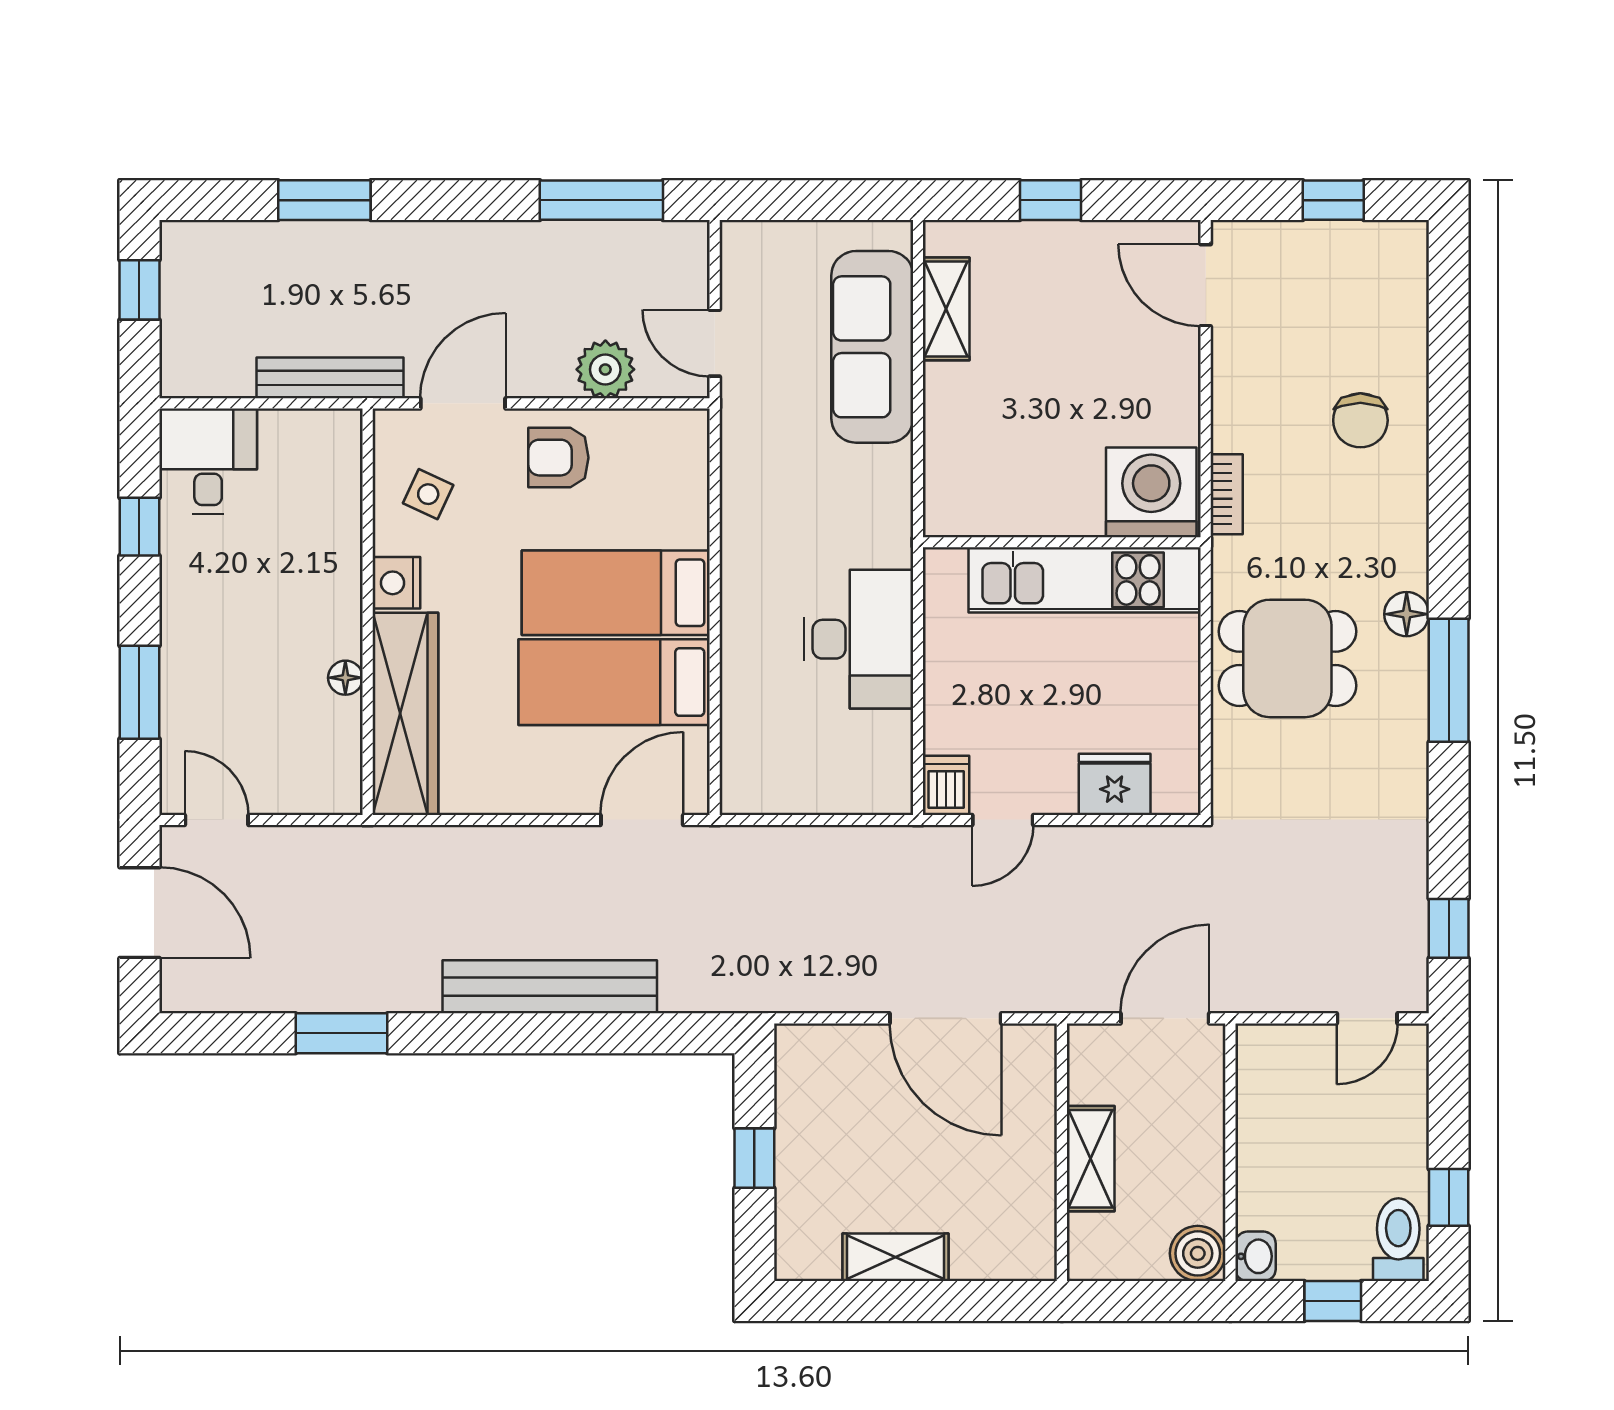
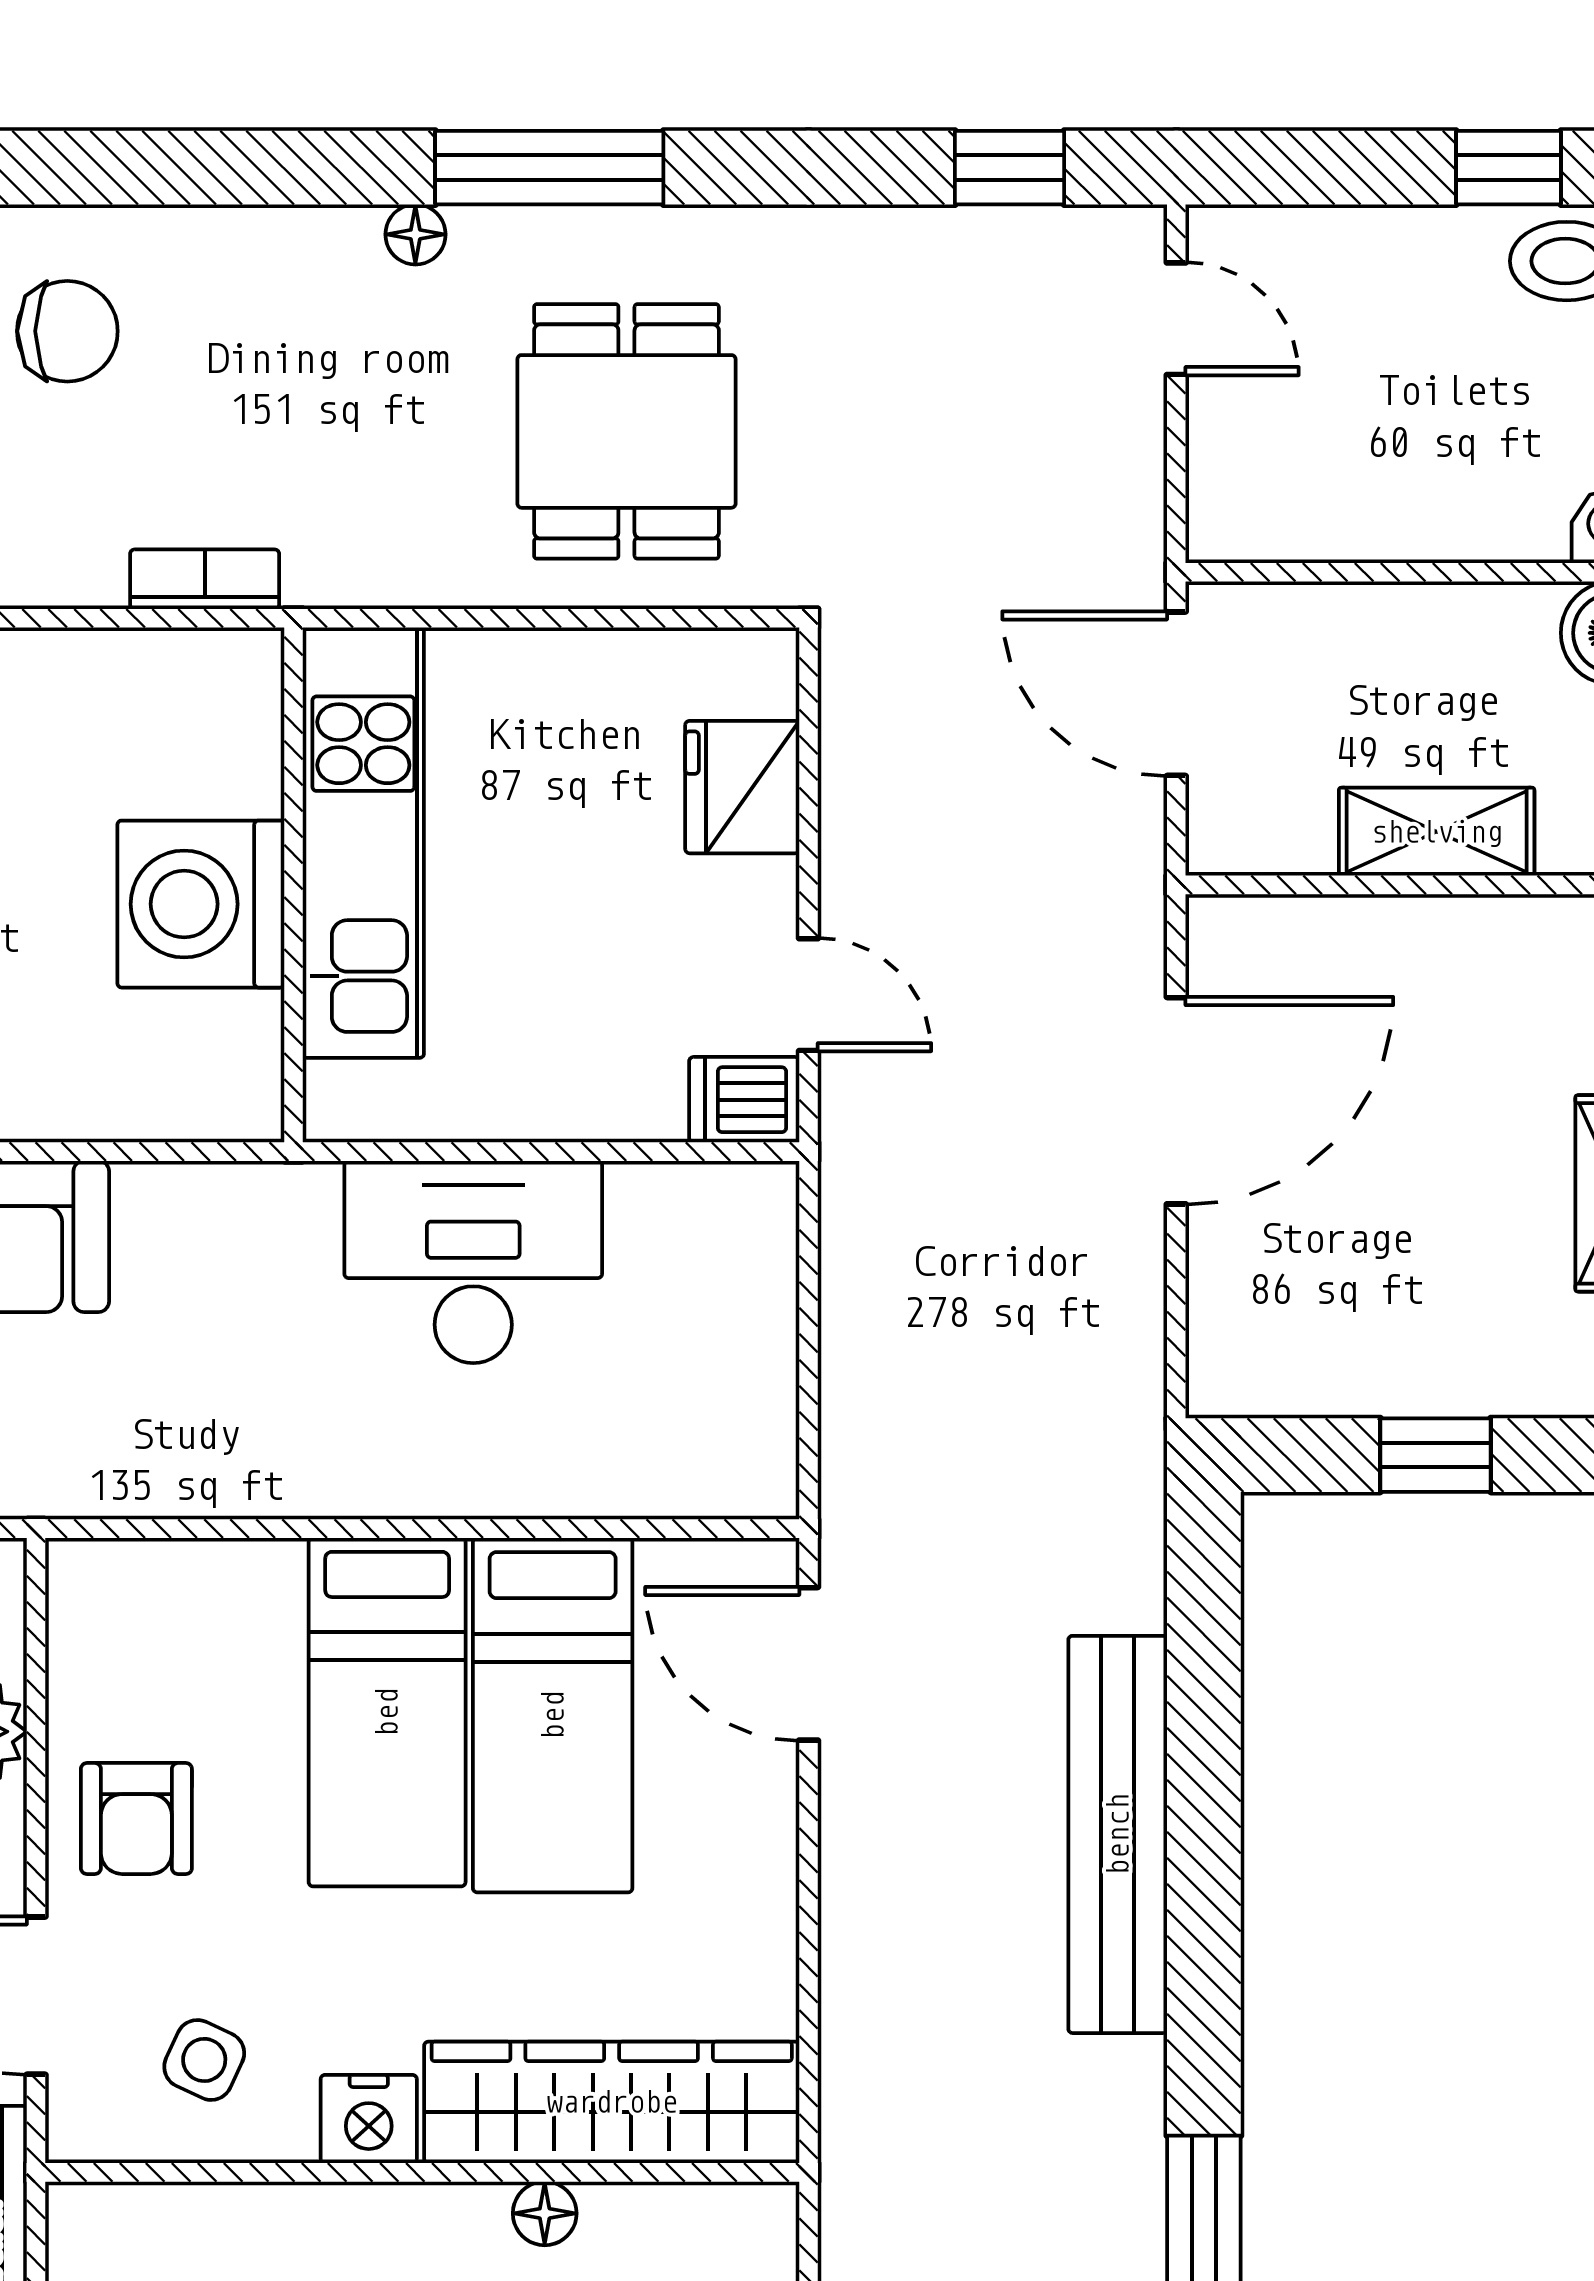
washing machine: (1151, 492) -> (201, 904), moved
floor lamp: (1407, 614) -> (415, 234), width x0.73, depth x0.73
dining table: (1287, 658) -> (626, 431), moved

